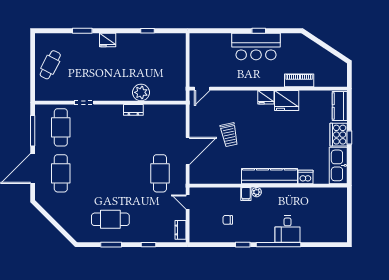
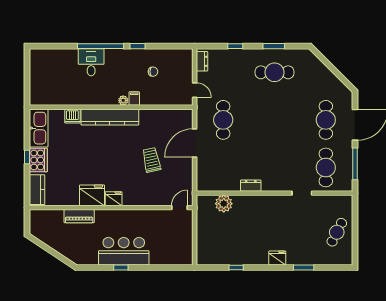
plant: (141, 92) -> (224, 204), moved

